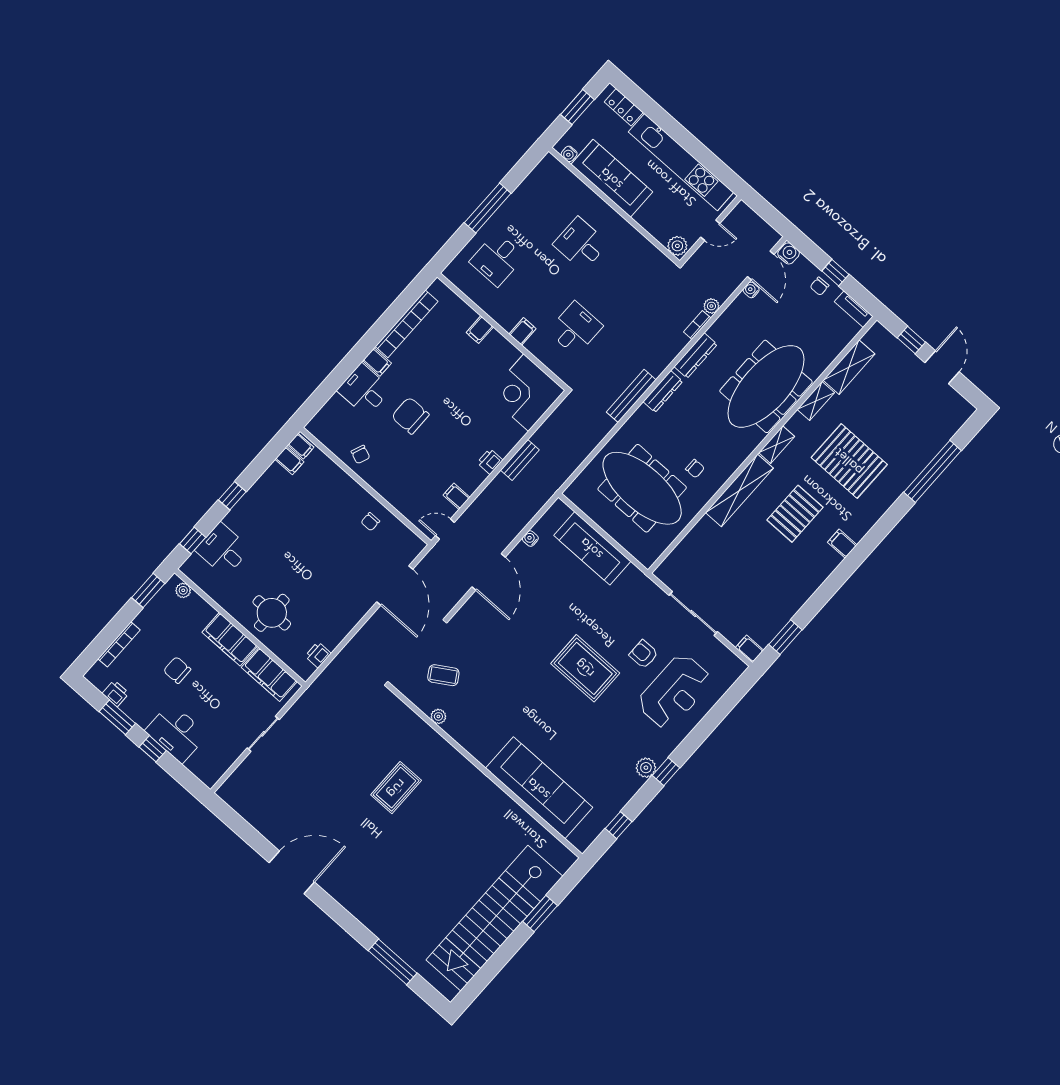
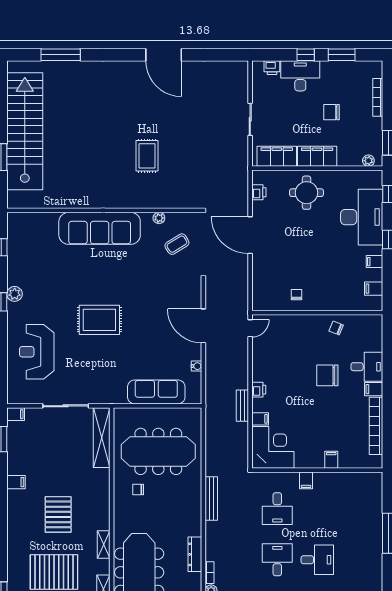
desk: (497, 259) -> (277, 560), moved
dresser: (663, 392) -> (195, 517), removed
chair: (410, 416) -> (327, 375), turned 180
filing cabinet: (301, 446) -> (374, 262), moved
shelving: (739, 490) -> (102, 438), moved
filing cabinet: (456, 496) -> (260, 419), moved
filing cabinet: (842, 544) -> (16, 482), moved
desk: (223, 550) -> (362, 217), width x1.87, depth x1.30
door: (395, 585) -> (250, 235), moved
armchair: (644, 654) -> (73, 357), removed
chair: (177, 670) -> (332, 112), turned 180
printer: (116, 693) -> (272, 68), moved
sofa: (539, 788) -> (100, 228), moved
door: (292, 872) -> (164, 55), hinge flipped

